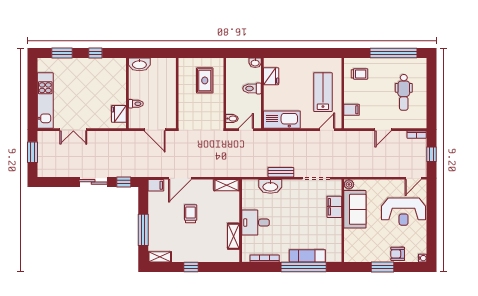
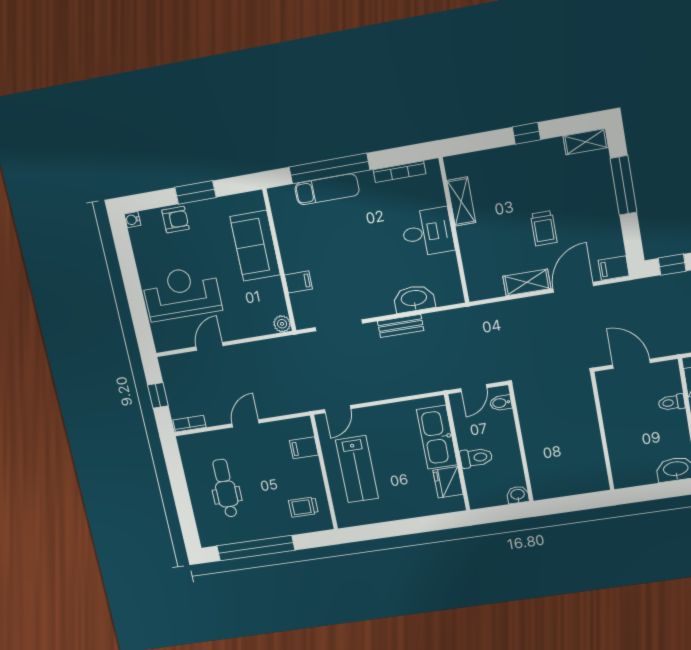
washbasin: (255, 63) -> (518, 495), moved
rug: (205, 80) -> (559, 459), removed
kitchen sink: (282, 120) -> (437, 437), moved, turned 90
door: (413, 178) -> (210, 346), moved
shelving: (227, 185) -> (527, 282), moved
filing cabinet: (334, 207) -> (298, 282), width x0.50
sofa: (355, 209) -> (255, 246), moved

